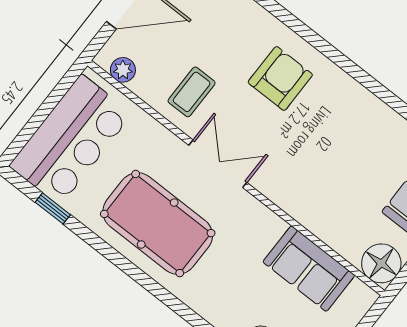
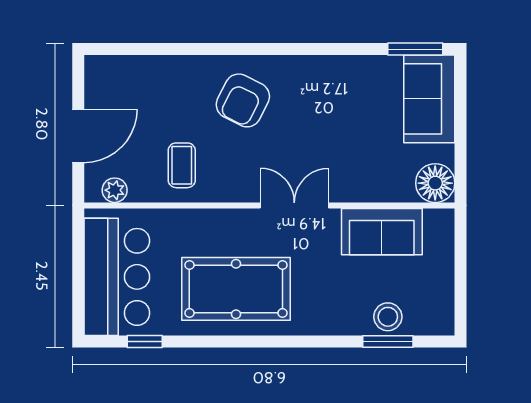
armchair: (280, 78) -> (243, 100), turned -153
double door: (218, 164) -> (294, 205), moved

